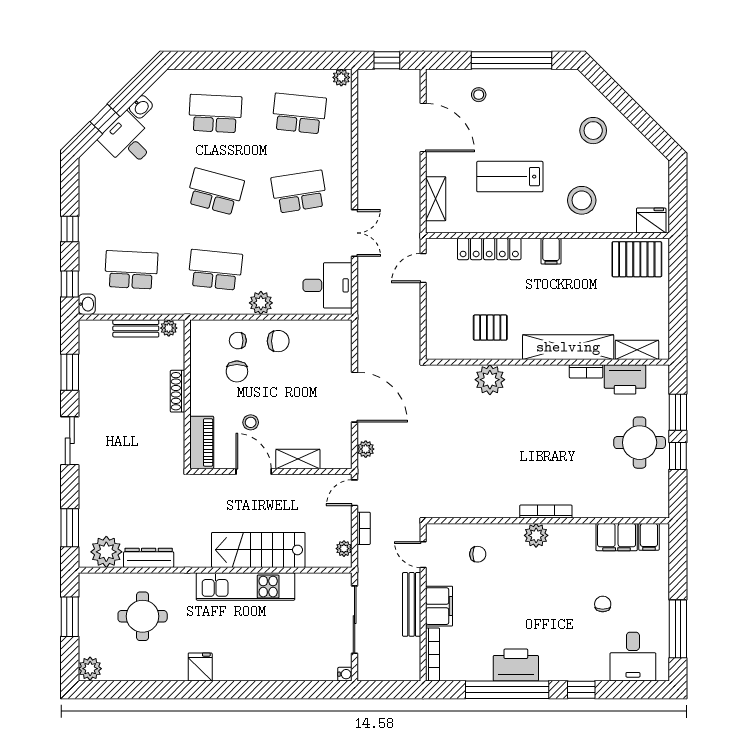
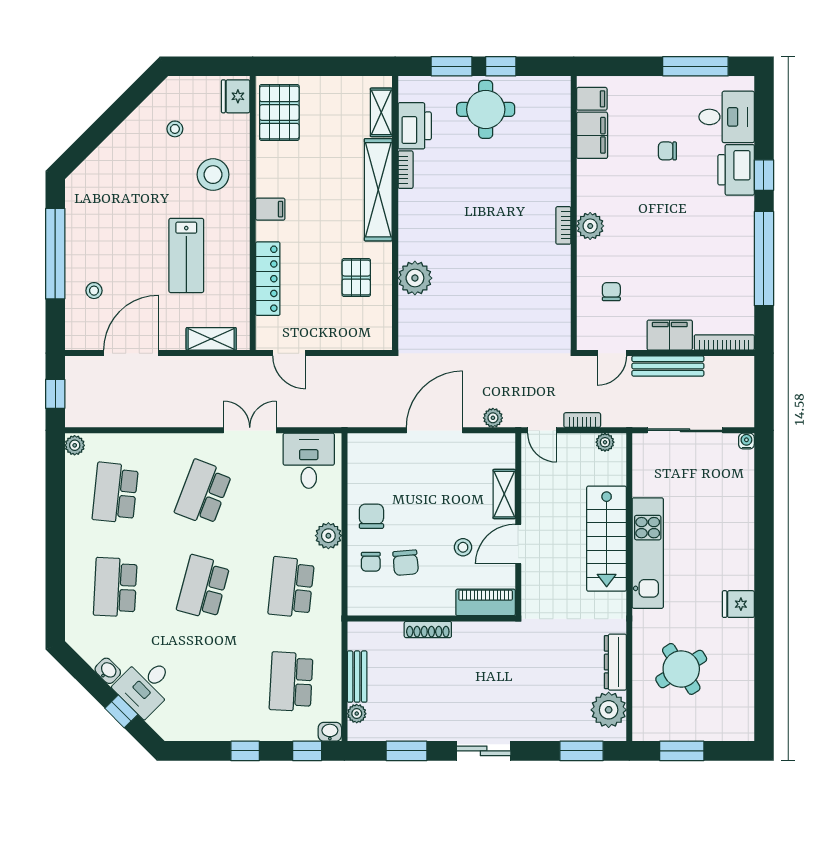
stool: (593, 131) -> (175, 129), moved, width x0.53, depth x0.53
school desk: (299, 192) -> (203, 493), turned 30
plant: (169, 328) -> (357, 714), moved
chair: (237, 371) -> (406, 563), turned 85
bookcase: (546, 512) -> (563, 225), width x0.64
round table: (143, 616) -> (681, 669), turned -32
printer: (516, 665) -> (736, 170), moved
plant: (90, 669) -> (740, 728), removed

